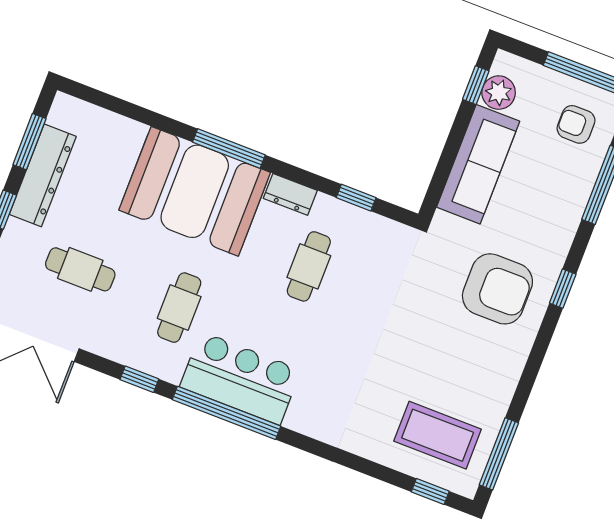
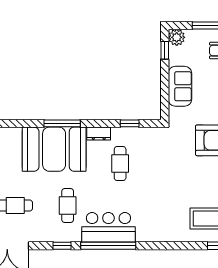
plant: (499, 93) -> (177, 37), moved
sofa: (478, 164) -> (180, 86), width x0.73

